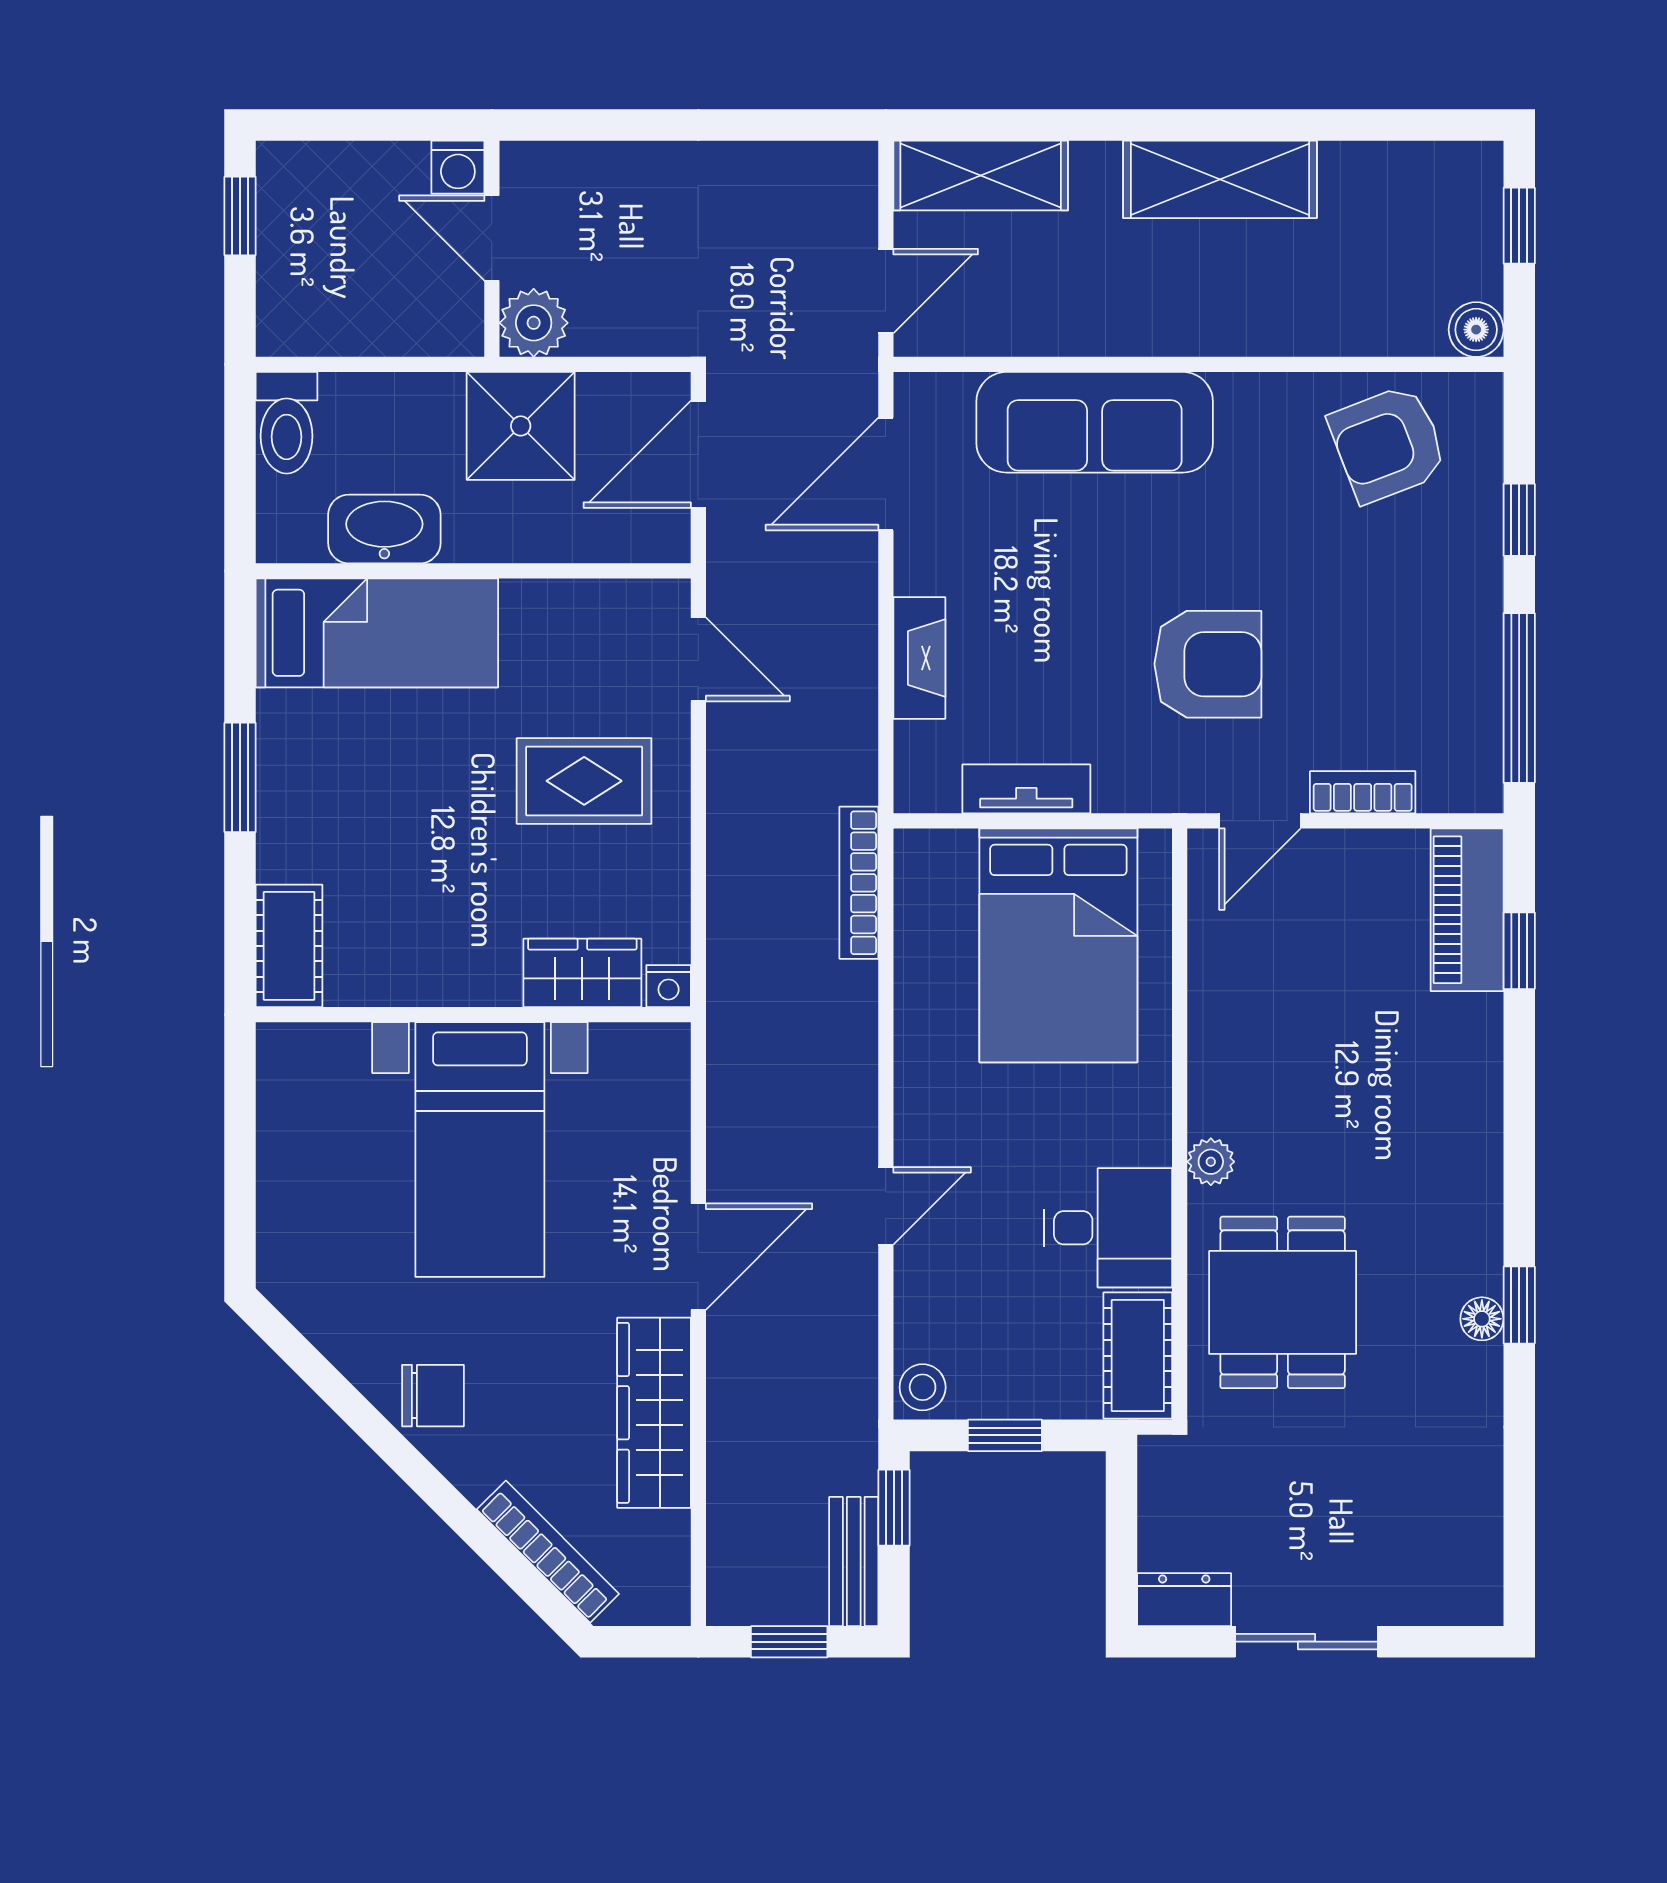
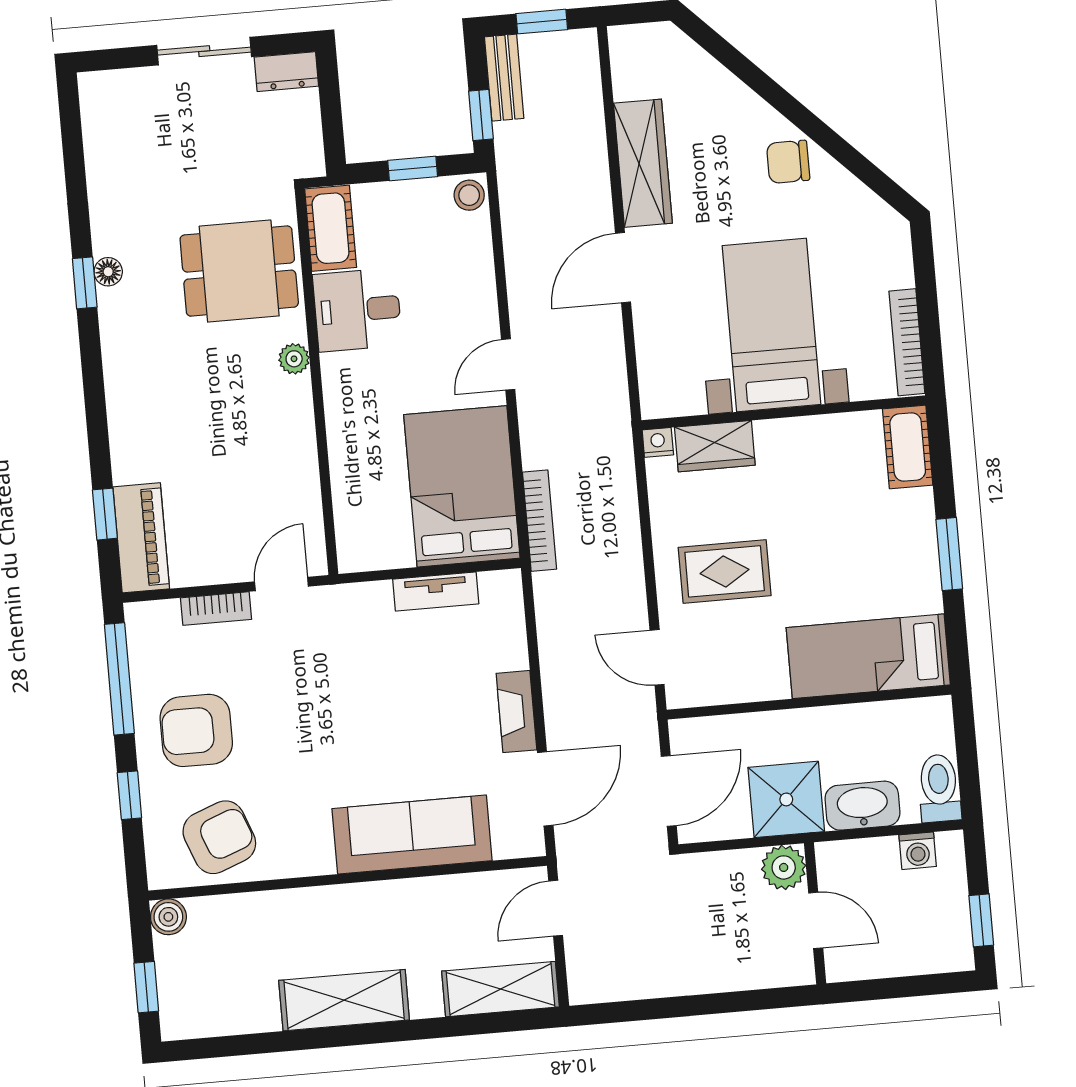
washing machine: (458, 167) -> (918, 851), moved, turned 180
washbasin: (384, 529) -> (862, 806), moved, turned 180
fireplace: (919, 658) -> (516, 712), moved
armchair: (1208, 664) -> (196, 730), moved
bed: (1058, 945) -> (462, 486), moved
door: (886, 1206) -> (508, 364), moved
dining table: (1283, 1302) -> (239, 271), turned 90
bookcase: (548, 1552) -> (907, 342), moved, turned 45

